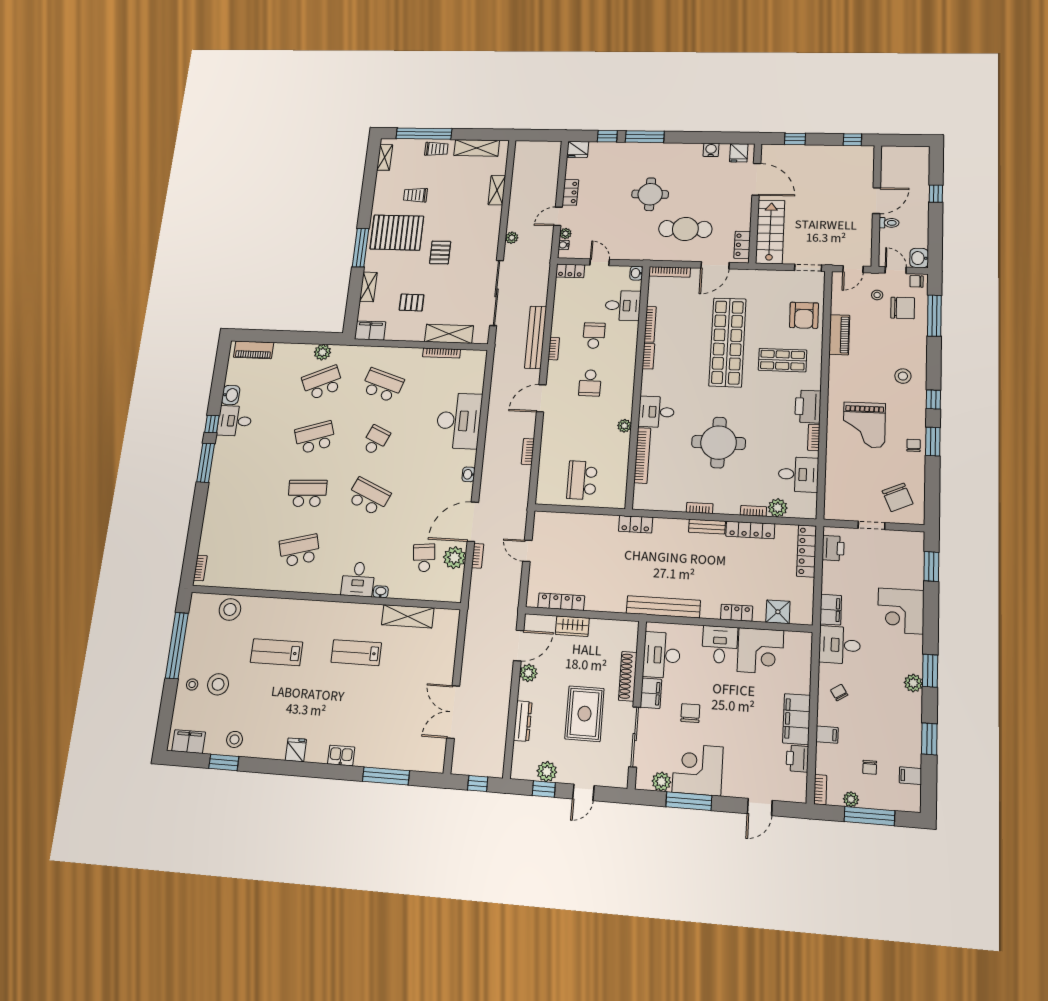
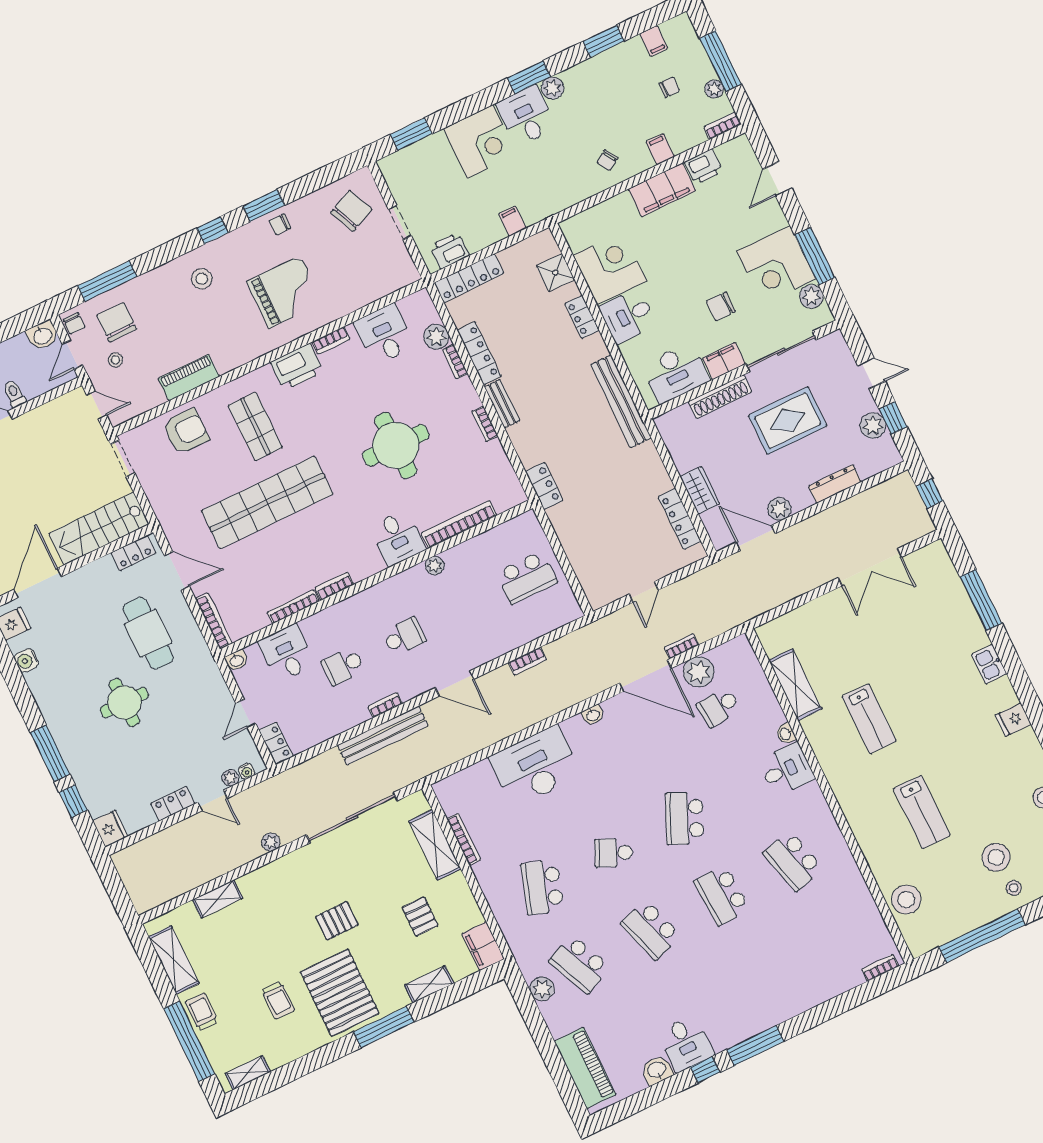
piano: (254, 350) -> (585, 1068), width x1.37, depth x1.33
filing cabinet: (831, 610) -> (512, 221), width x0.50
desk: (840, 645) -> (526, 116), moved, turned 180
door: (760, 807) -> (777, 179), swing flipped

